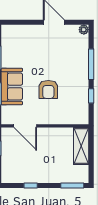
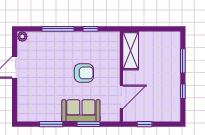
shelving: (81, 146) -> (131, 51), moved, turned 90
window: (72, 185) -> (183, 61), moved

